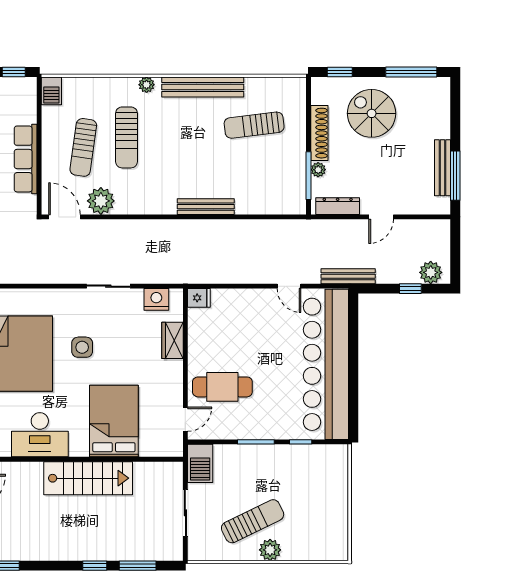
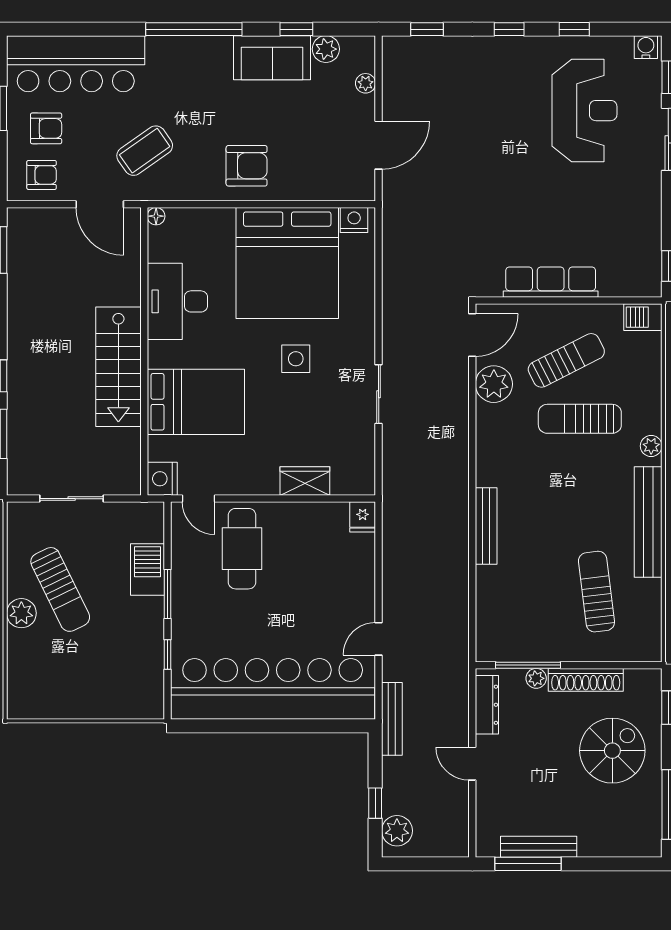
sun lounger: (83, 147) -> (566, 360), turned 145
nightstand: (156, 299) -> (162, 479), moved, turned 180
barbecue: (200, 463) -> (148, 570), moved, turned 90

